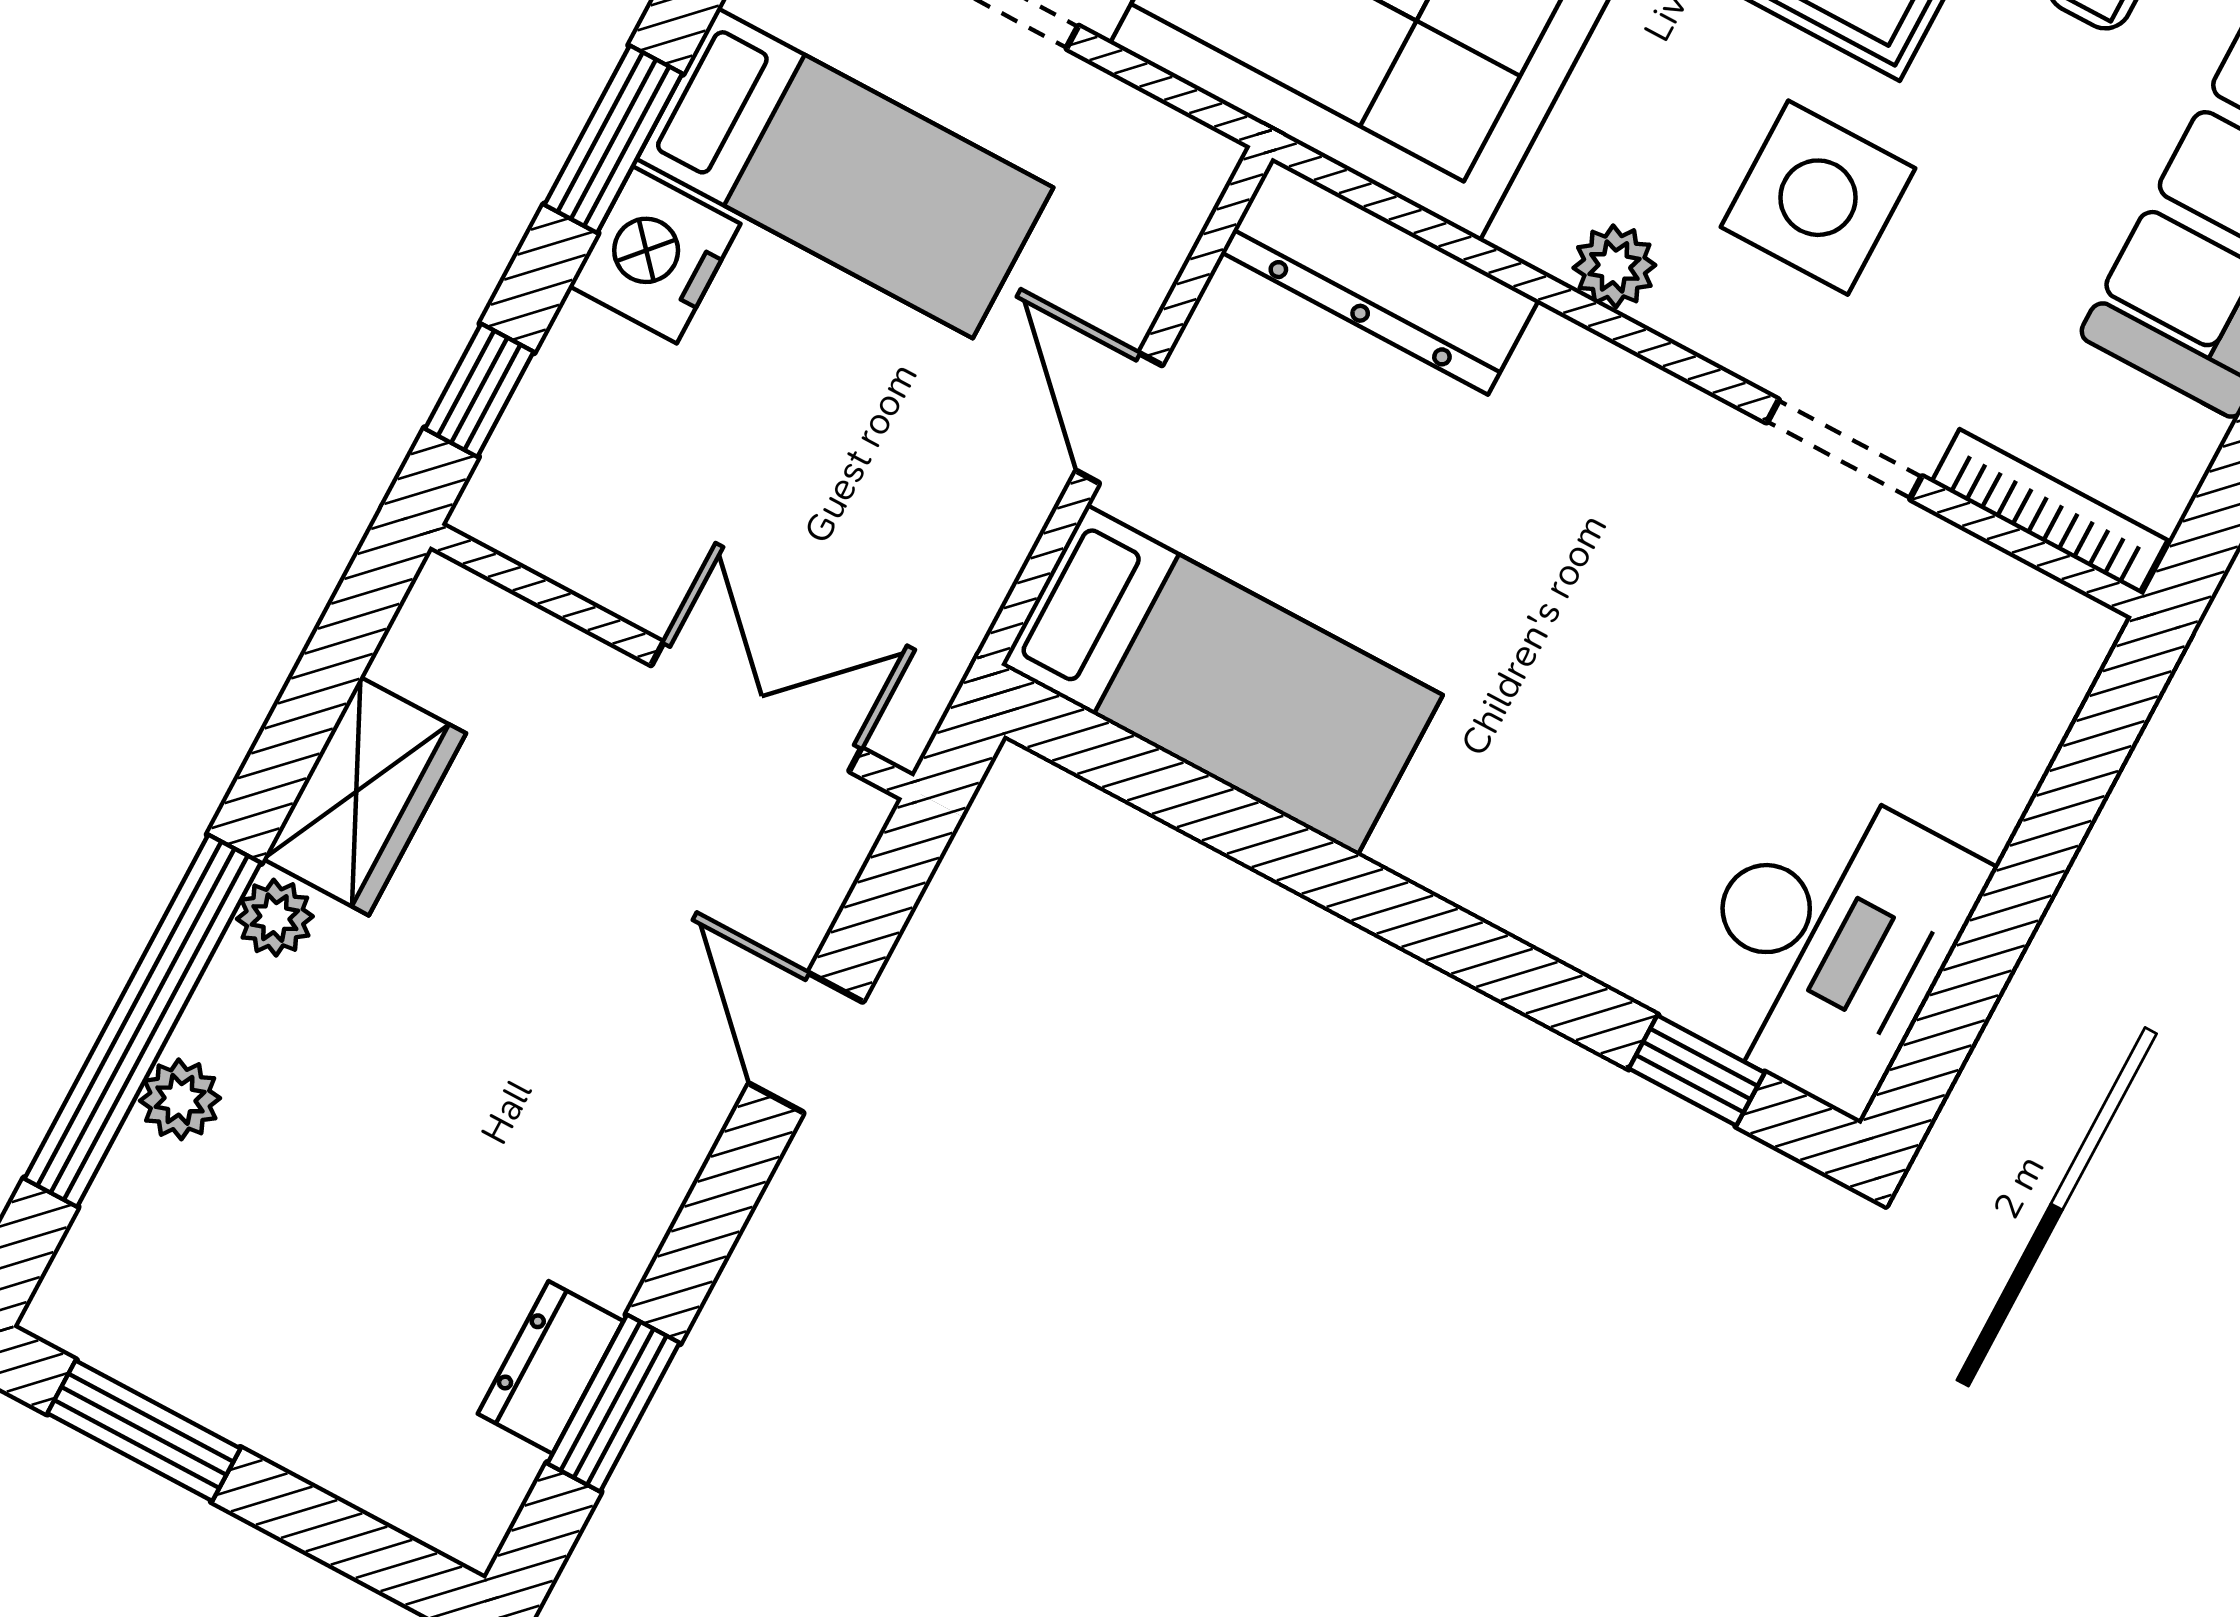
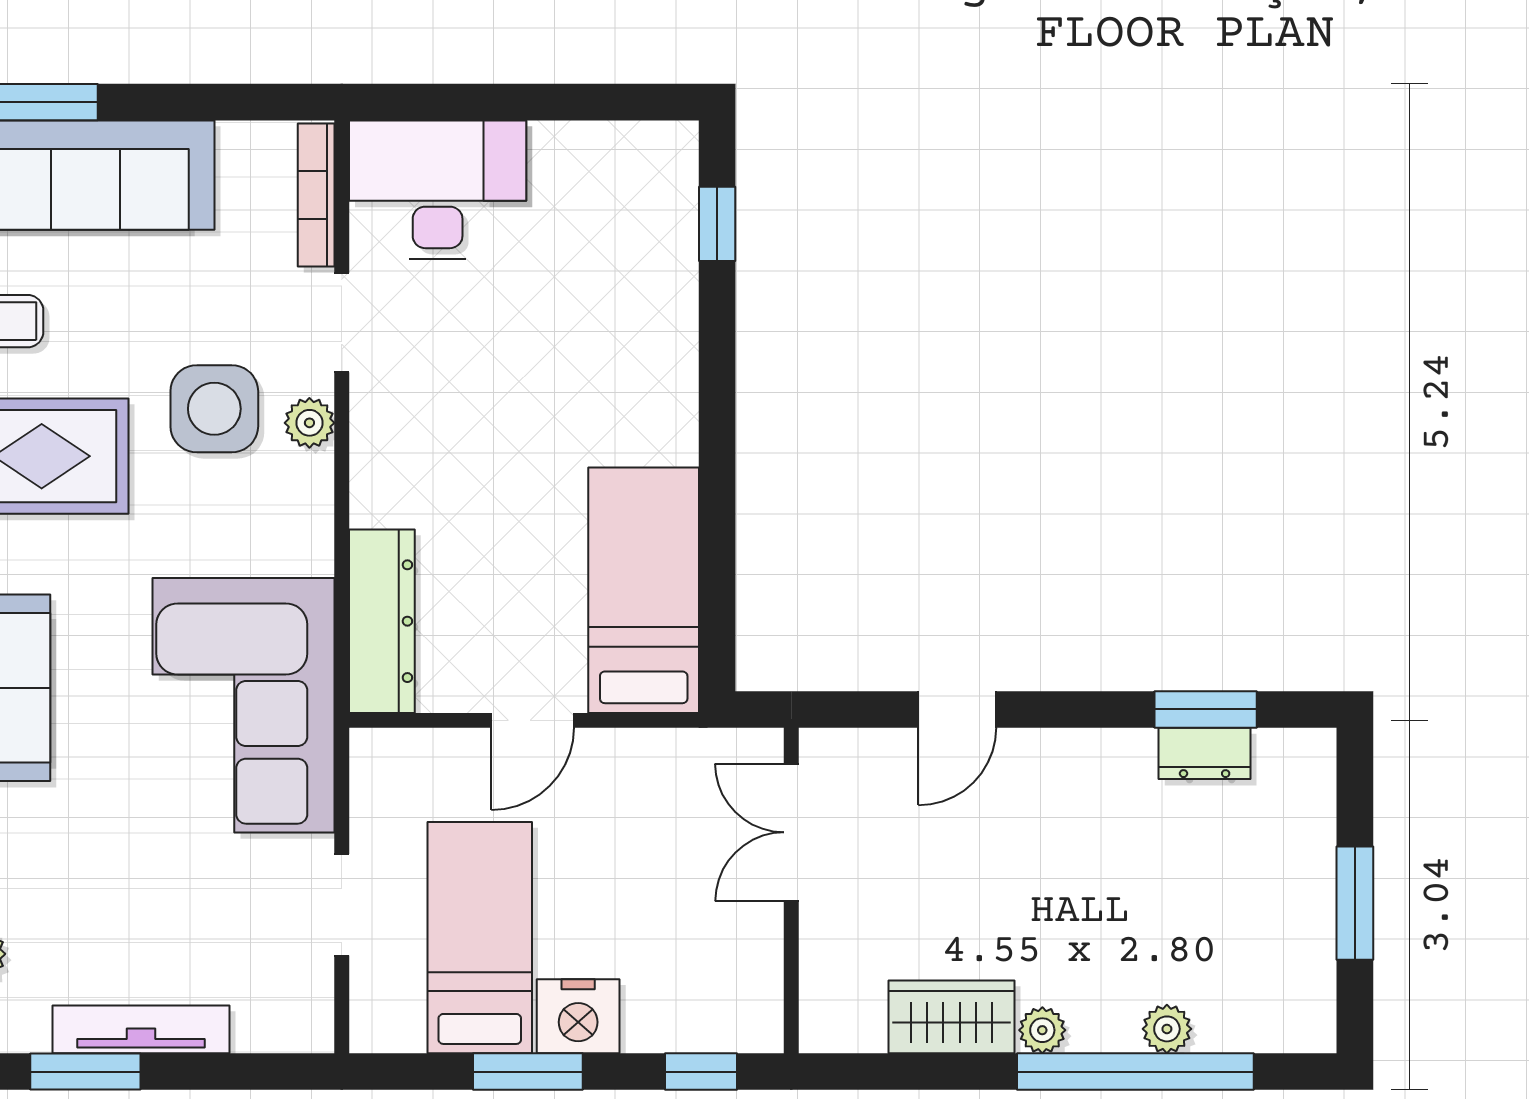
plant: (1614, 266) -> (309, 423), moved
desk: (1829, 942) -> (438, 190), moved
window: (144, 1431) -> (1355, 903), moved

